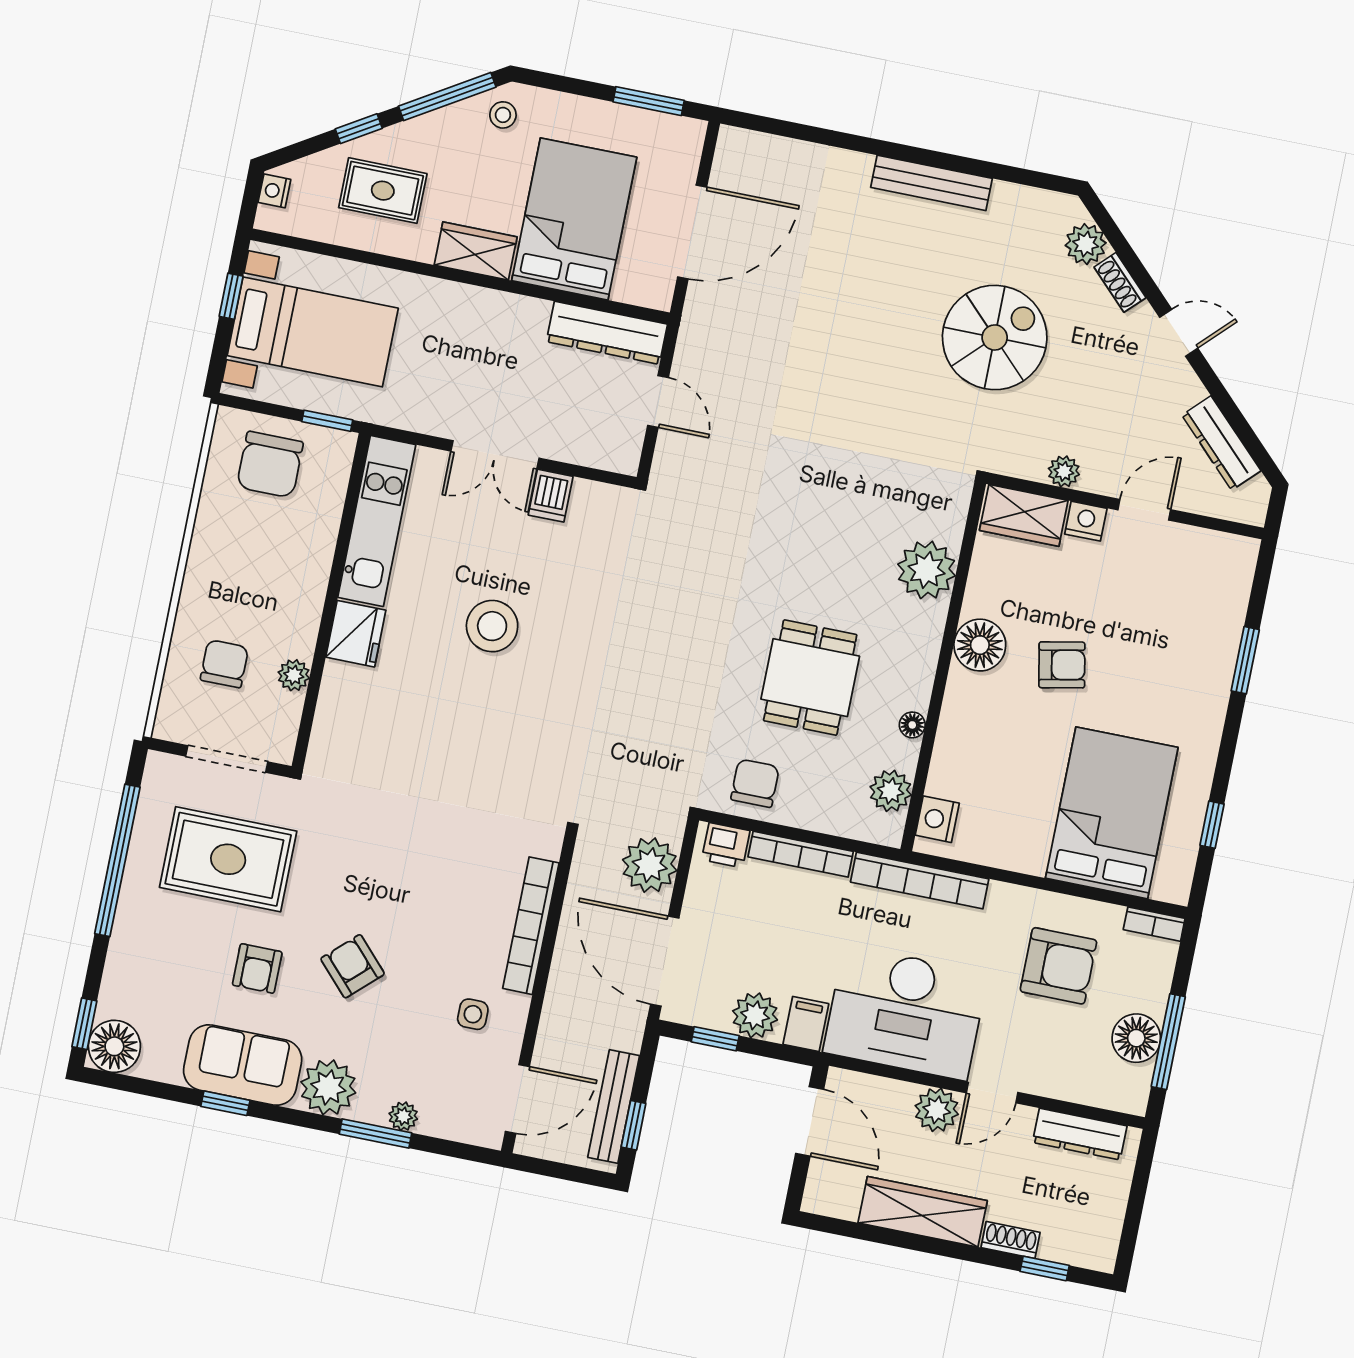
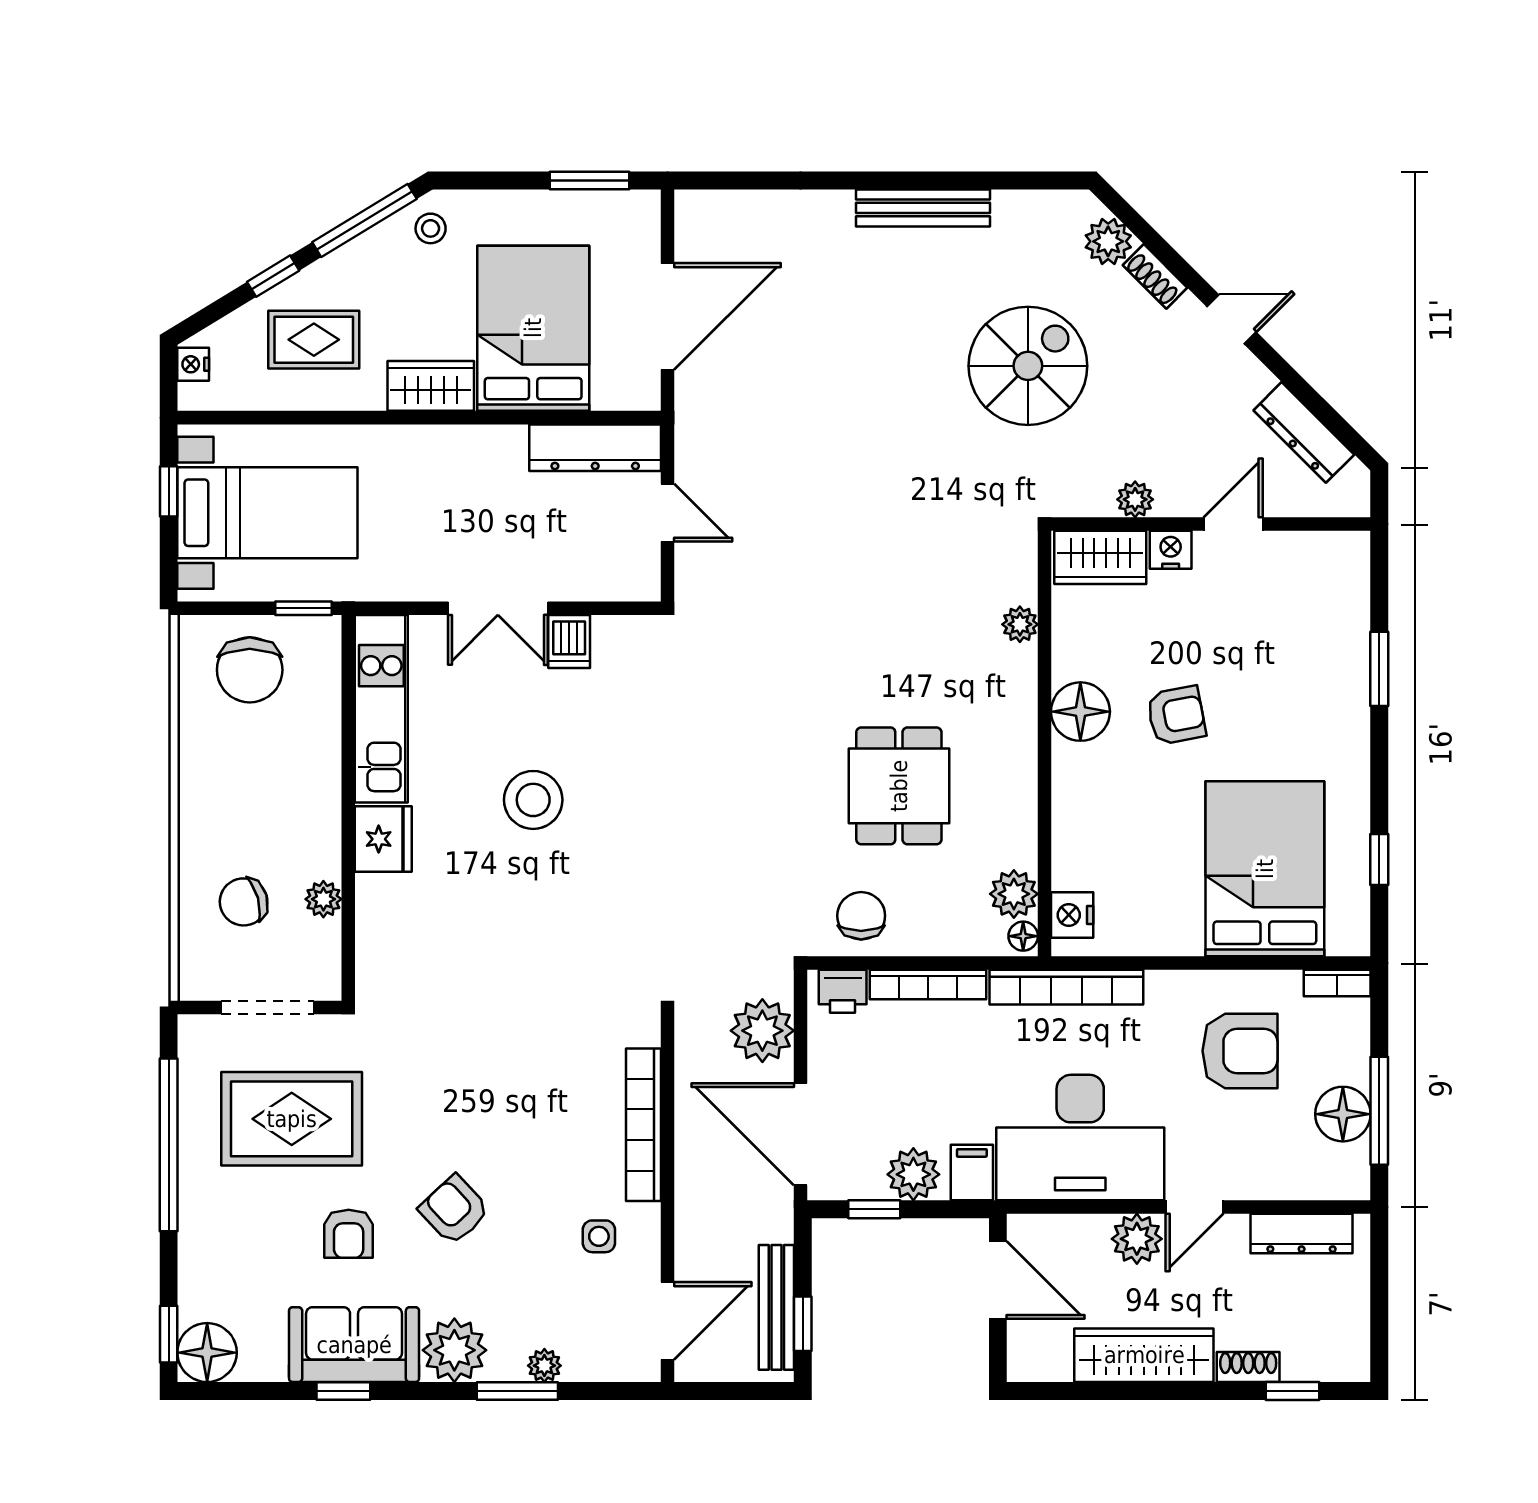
plant: (927, 570) -> (1020, 624), width x0.53, depth x0.53
chair: (224, 664) -> (244, 902), turned -106
floor lamp: (912, 725) -> (1023, 936), moved

